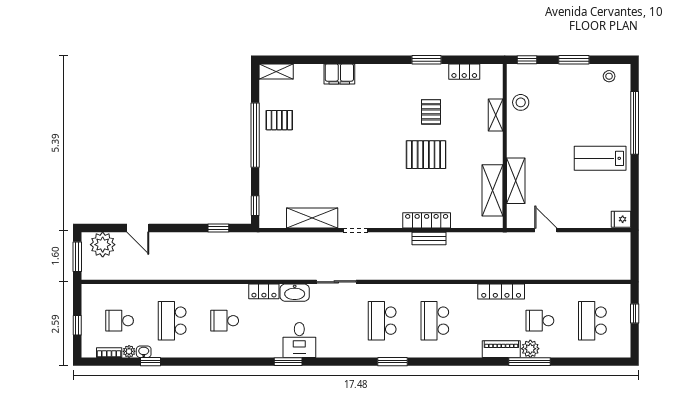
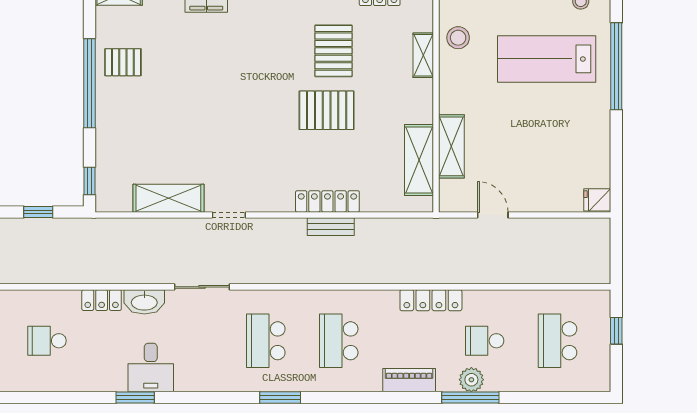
pallet: (431, 112) -> (334, 51), width x1.50, depth x1.42
lab bench: (600, 158) -> (547, 59), moved, width x1.36, depth x1.39
piano: (501, 349) -> (409, 380), moved

